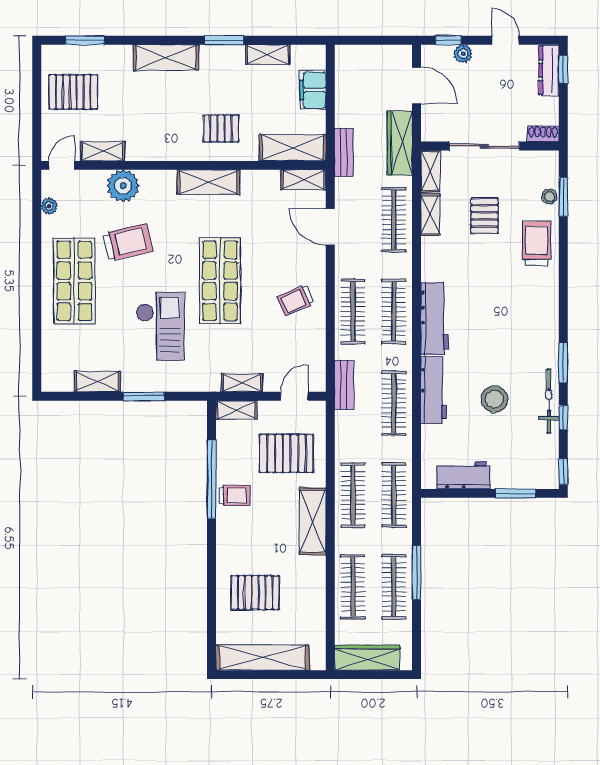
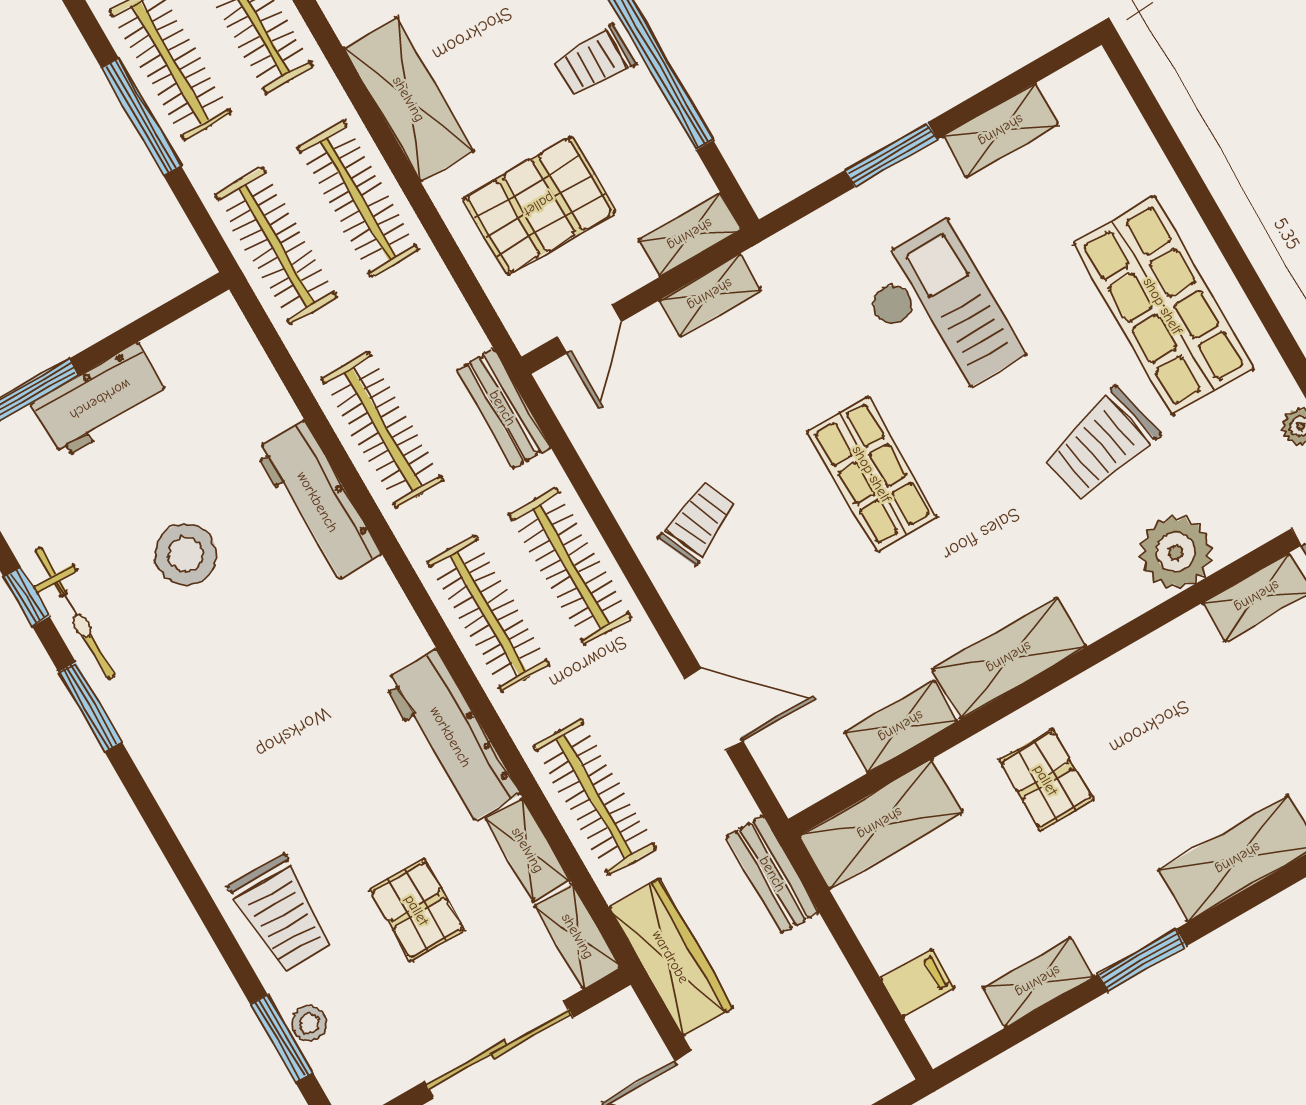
filing cabinet: (313, 90) -> (918, 983), width x0.50
pallet: (221, 128) -> (1046, 780), turned 90
shelving: (303, 180) -> (901, 727), moved
shop shelf: (220, 281) -> (872, 474), width x0.70, depth x0.74
workbench: (434, 319) -> (451, 737), moved
checkout: (160, 326) -> (939, 314), turned 180
workbench: (463, 475) -> (100, 400), moved

